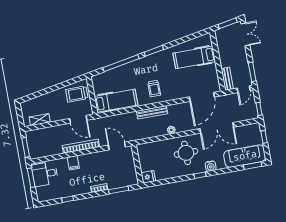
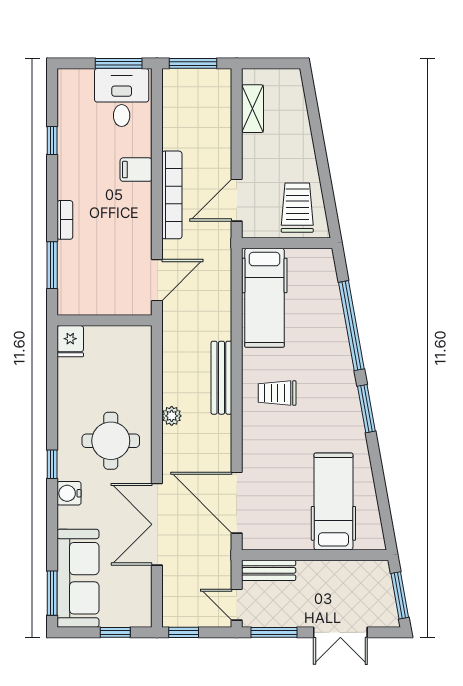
double door: (245, 34) -> (340, 632), moved

